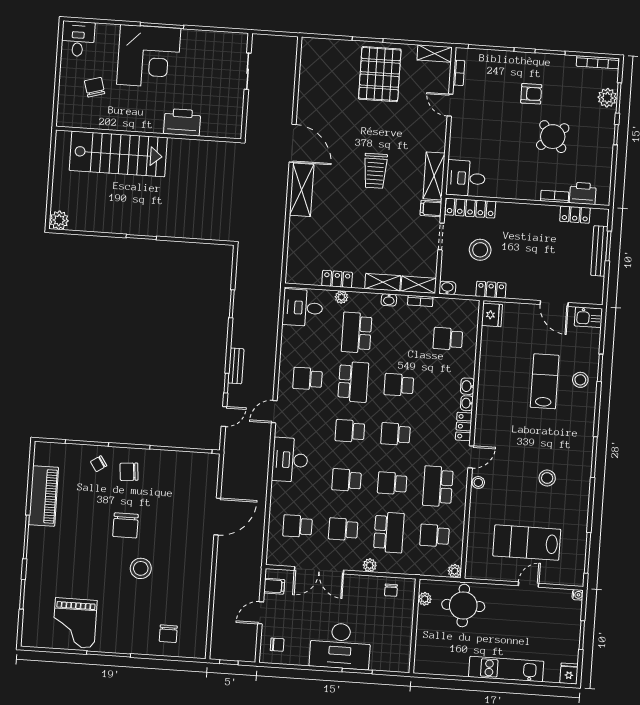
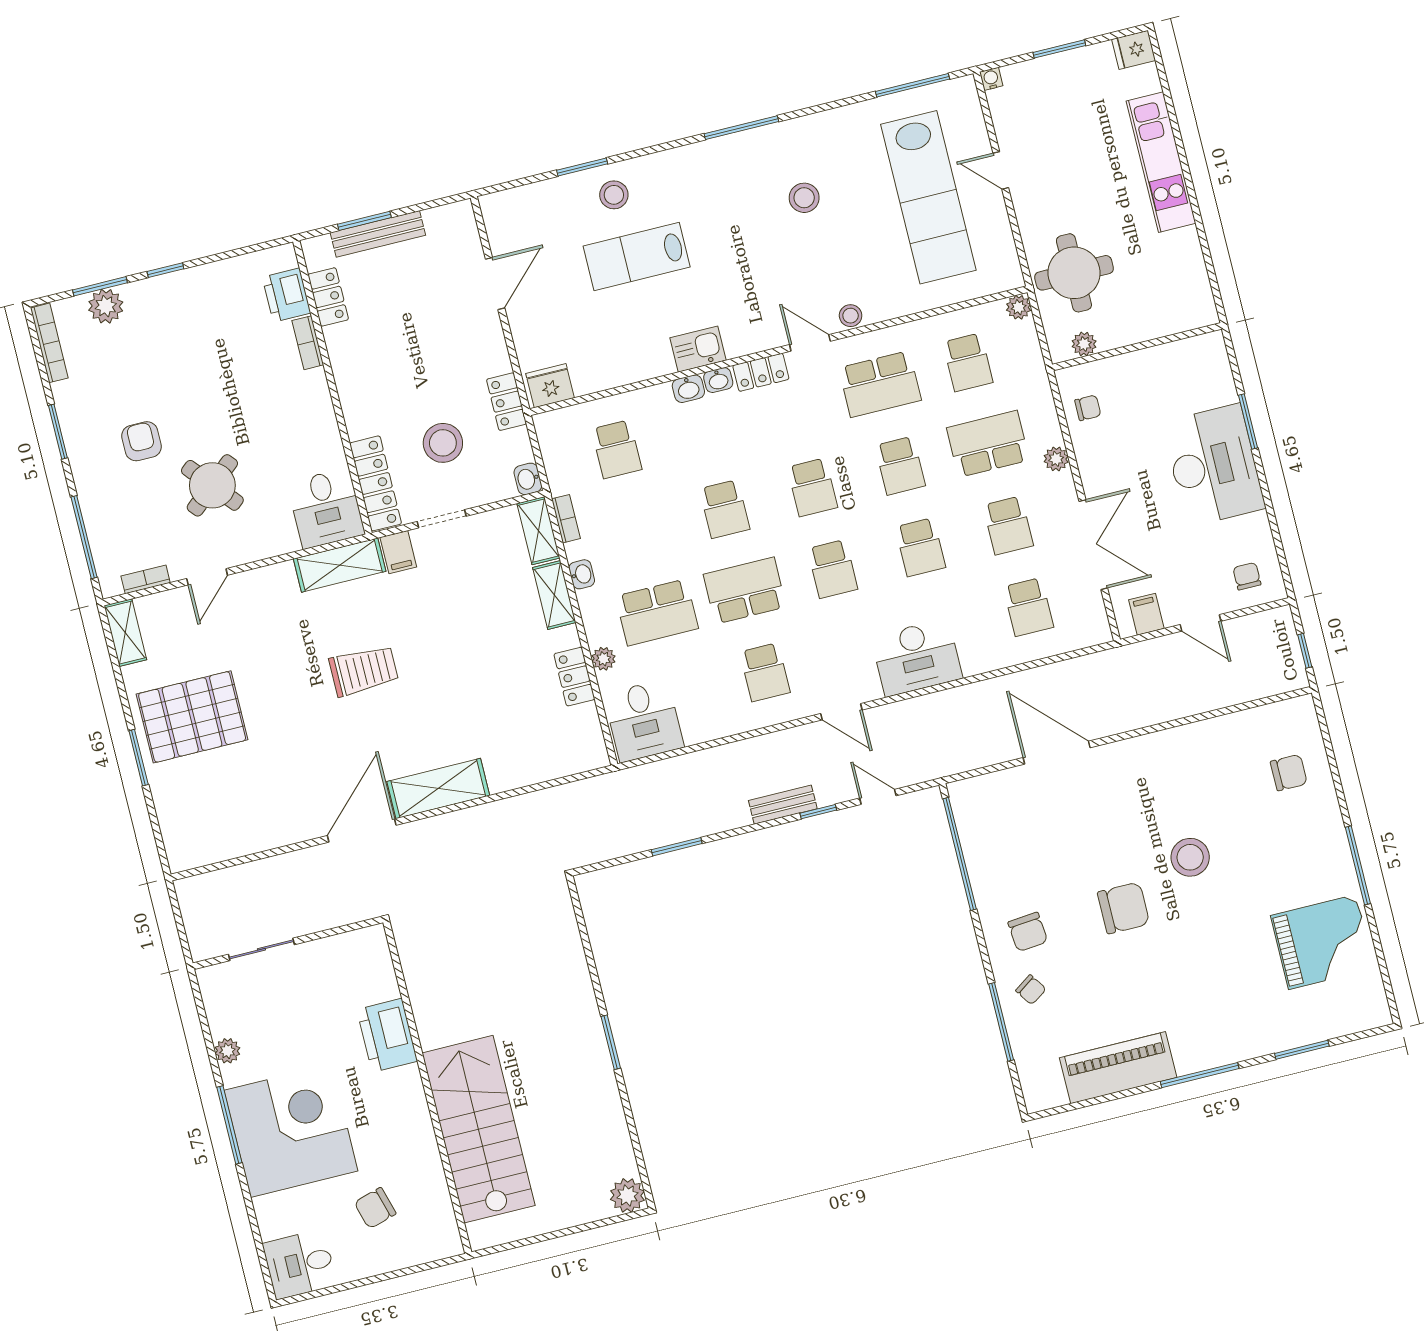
plant: (201, 37) -> (227, 1051), added
round table: (553, 137) -> (212, 485), moved
kitchen sink: (588, 317) -> (698, 349), moved, turned -90
lab bench: (527, 543) -> (928, 197), width x1.36

